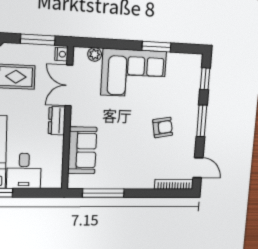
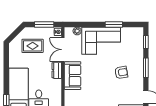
sofa: (82, 150) -> (73, 76), moved

